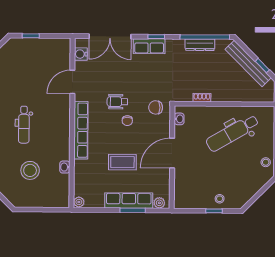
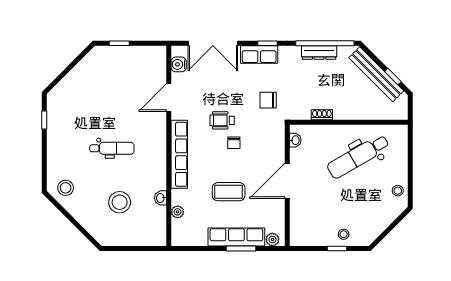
chair: (156, 107) -> (268, 100), moved
dental chair: (24, 125) -> (112, 148), turned -90
plant: (79, 202) -> (178, 212), moved

